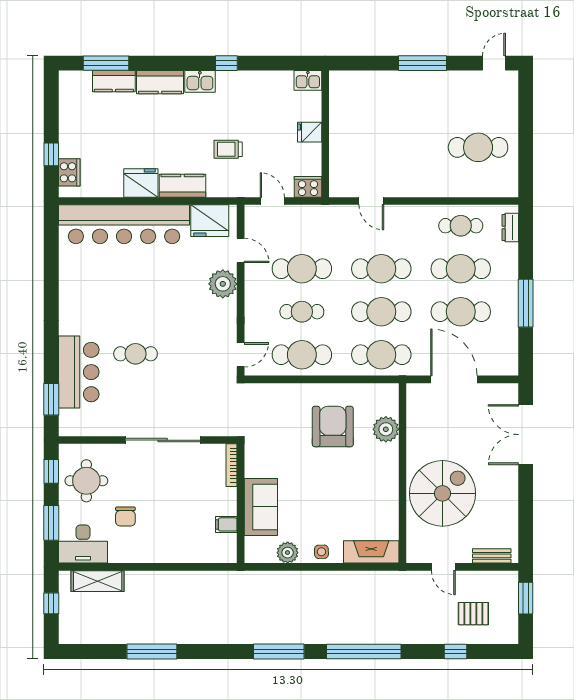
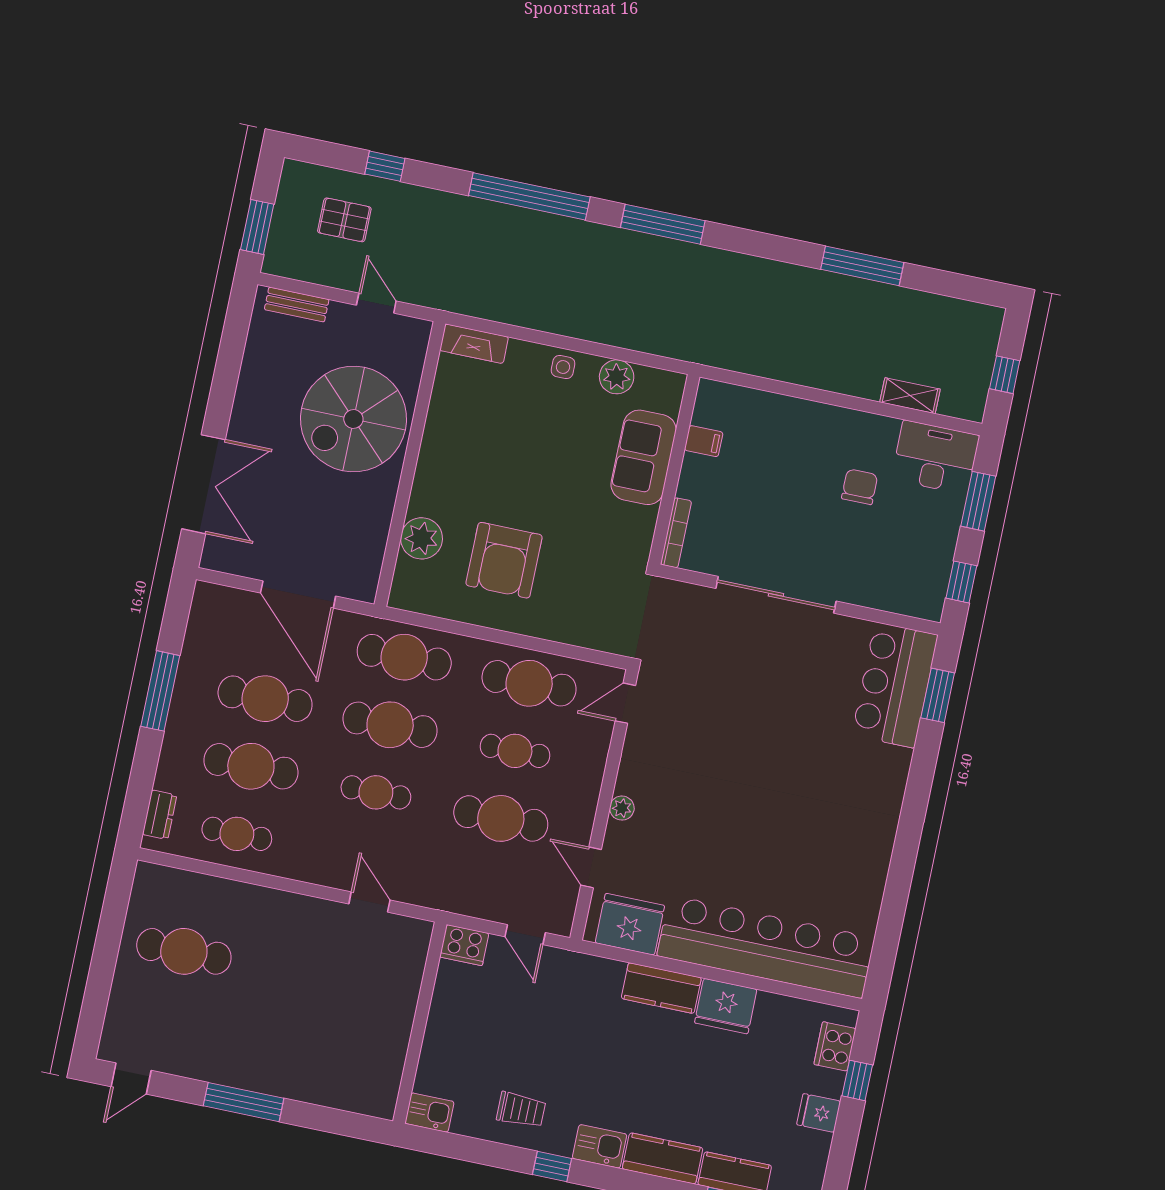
fridge: (310, 132) -> (819, 1113), moved, turned 180
trolley: (228, 149) -> (521, 1110), moved
cafe table: (381, 269) -> (376, 792), width x0.73, depth x0.74
plant: (223, 284) -> (622, 808), width x0.53, depth x0.53
cafe table: (136, 354) -> (790, 739), removed
bar counter: (79, 372) -> (895, 685), moved
round table: (86, 481) -> (909, 556), removed
fireplace: (371, 552) -> (474, 344), width x0.73, depth x0.76
shelving: (98, 581) -> (910, 396), width x0.67, depth x0.75

